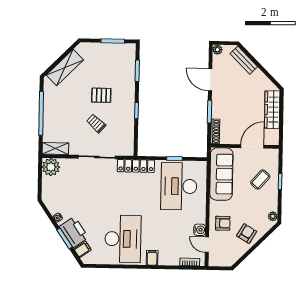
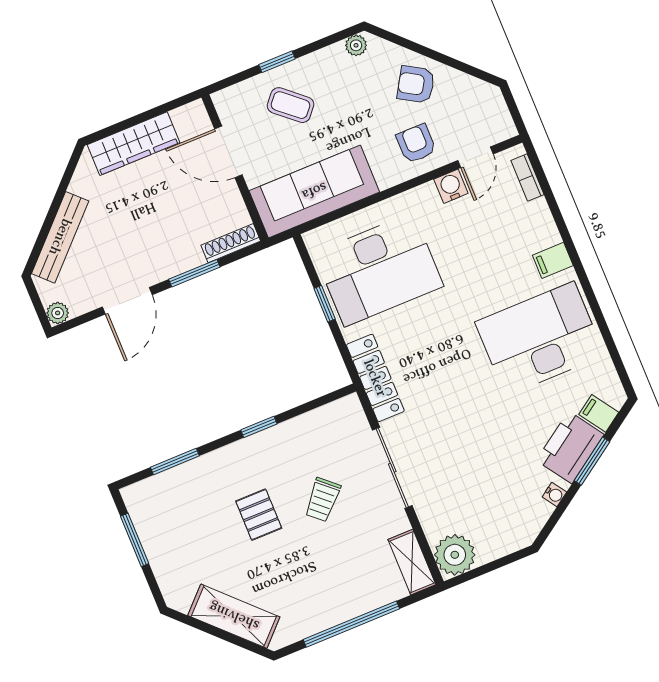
bench: (244, 60) -> (60, 237), width x1.36

